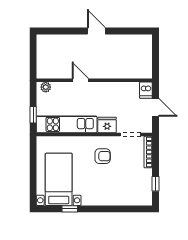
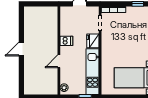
dishwasher: (146, 90) -> (66, 41), moved
armchair: (103, 156) -> (117, 44), removed

